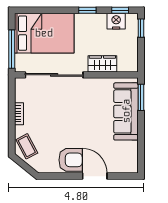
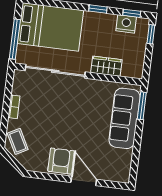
armchair: (71, 160) -> (61, 161), turned -90

